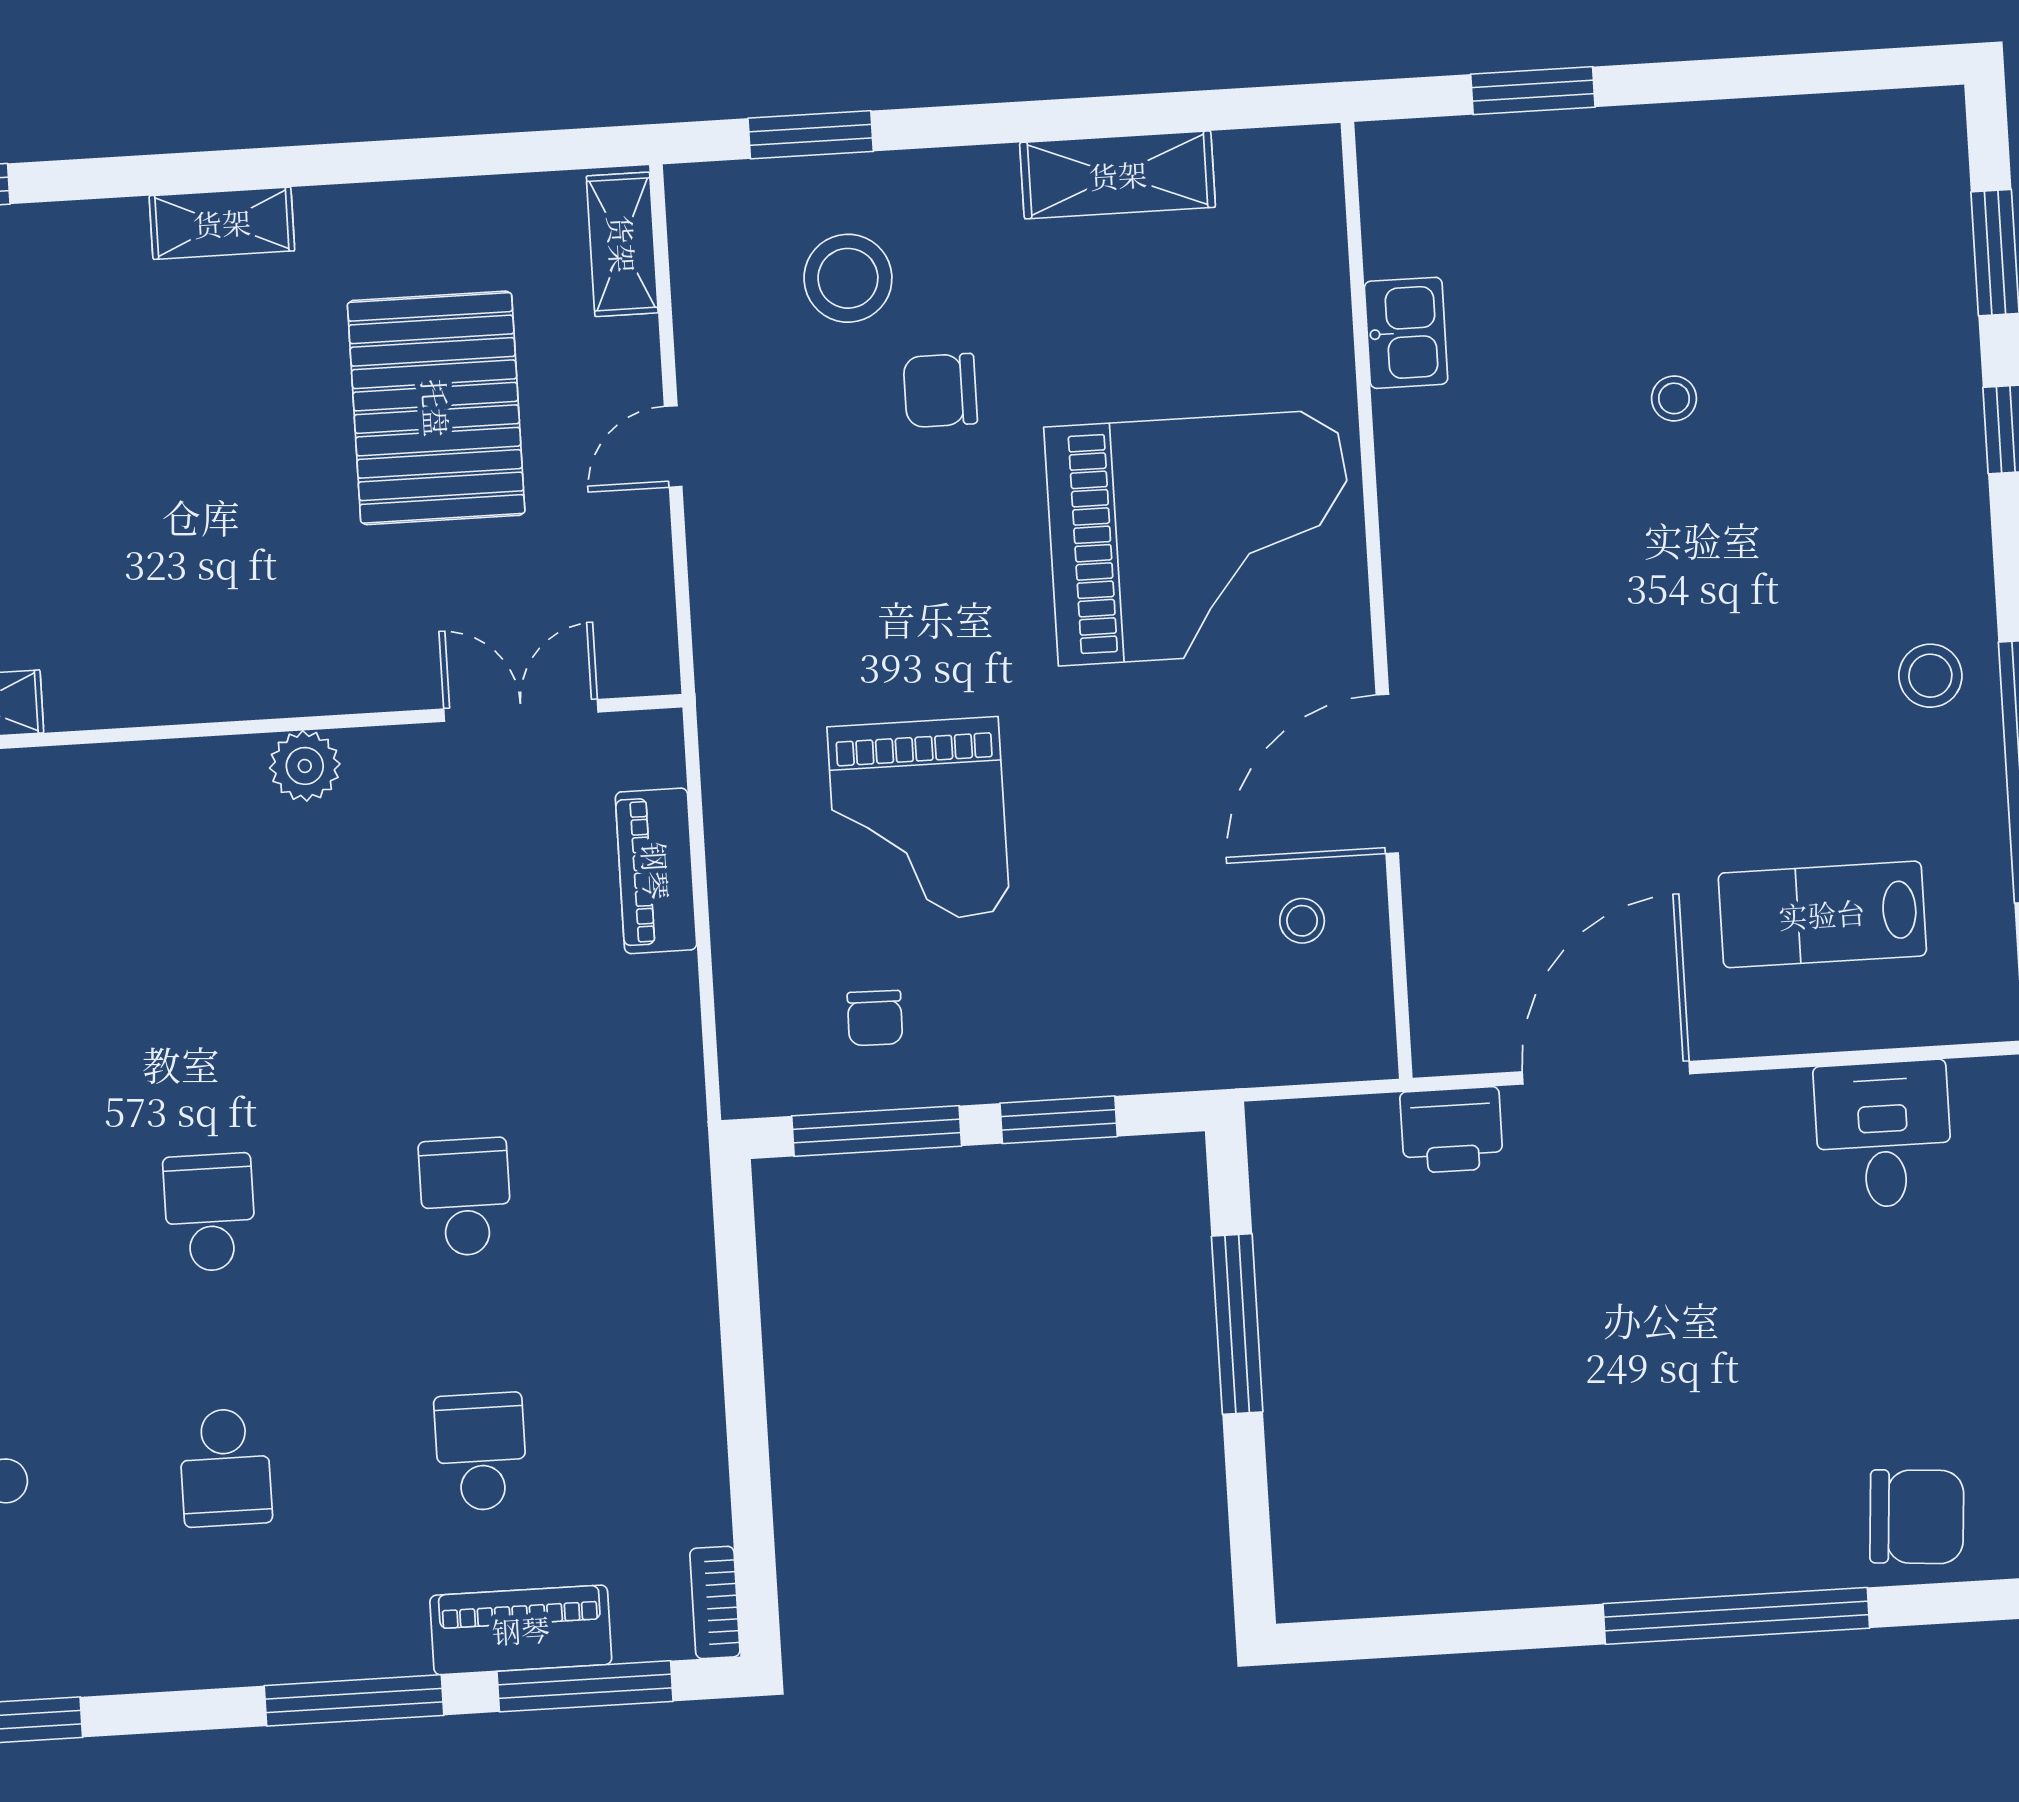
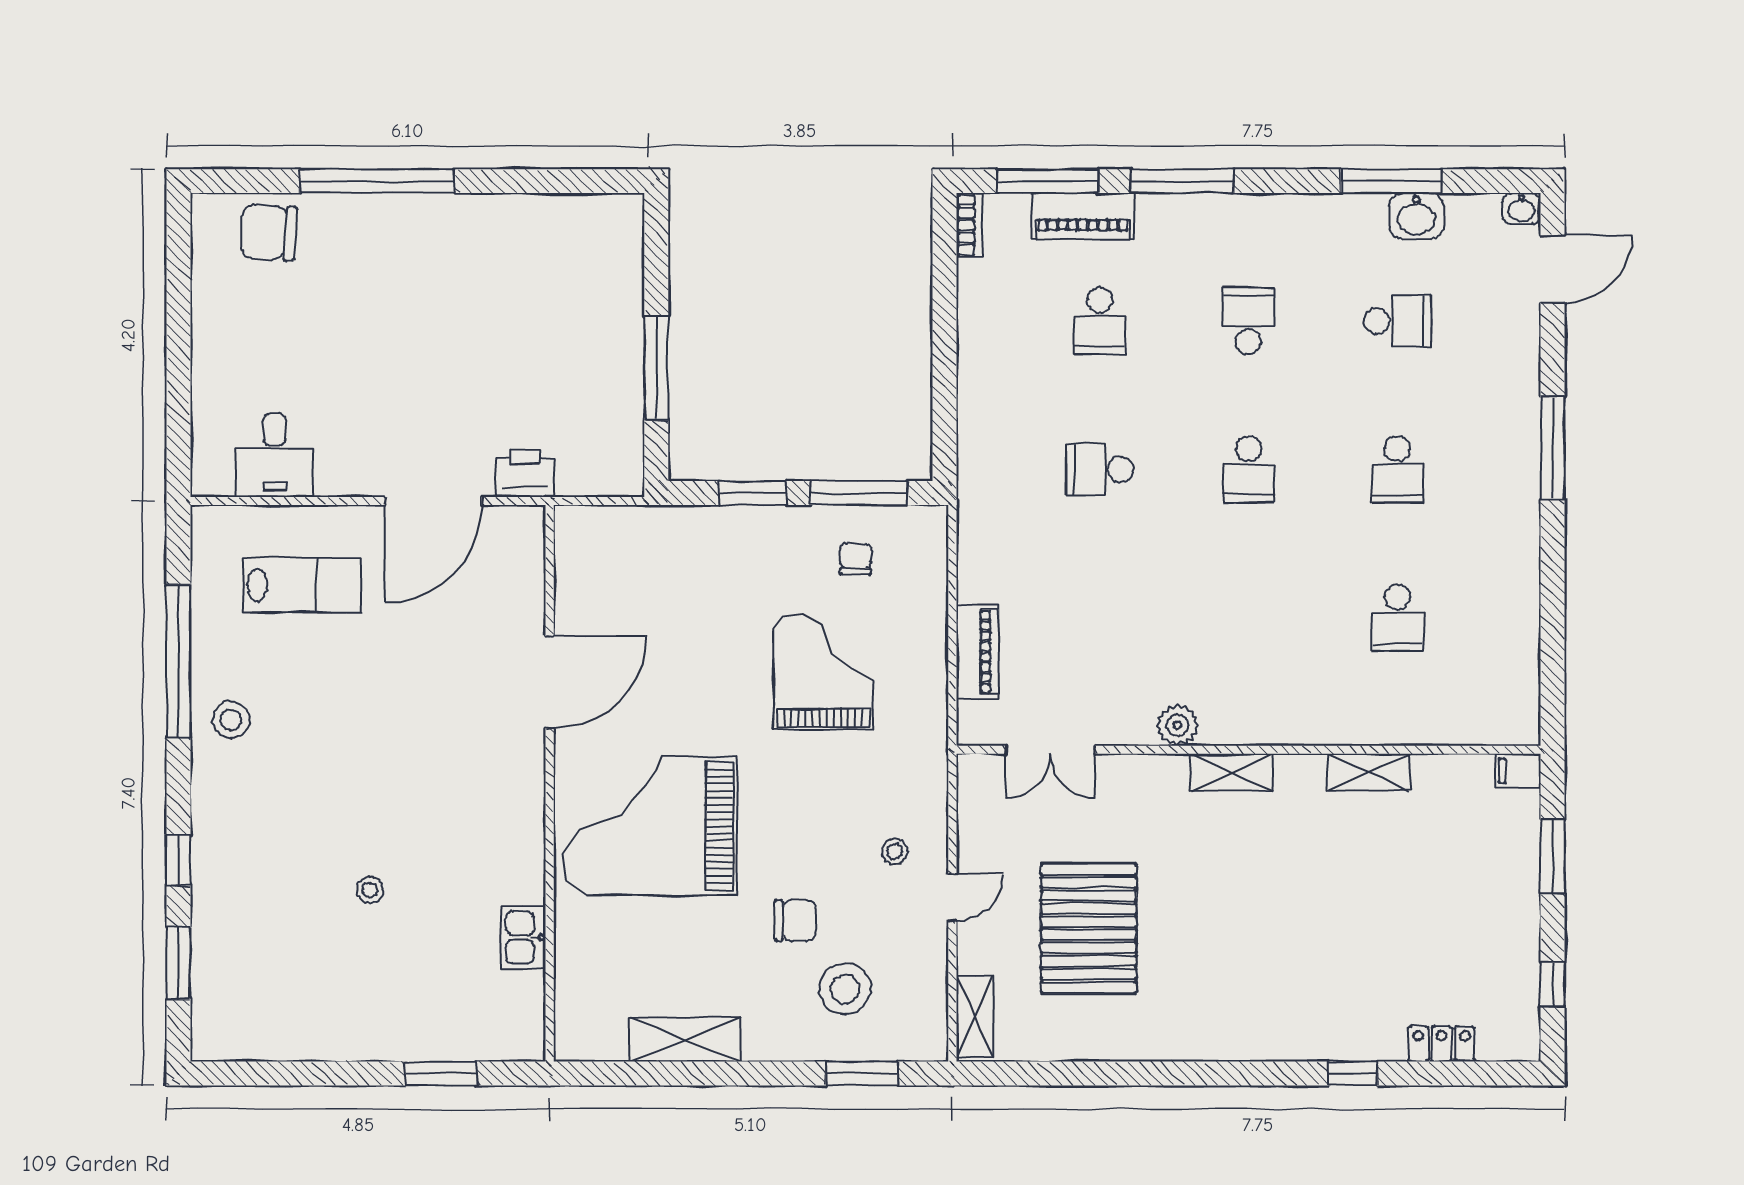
shelving: (222, 223) -> (1232, 772), moved
stool: (1302, 921) -> (895, 851), moved
school desk: (465, 1197) -> (1100, 469), turned 90

